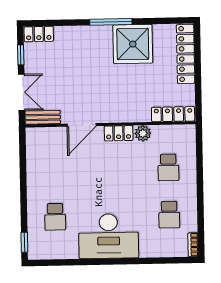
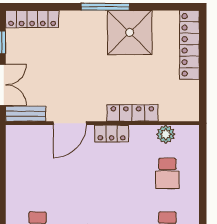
locker: (39, 34) -> (32, 19), width x1.53
locker: (173, 114) -> (132, 113), moved
plant: (143, 133) -> (166, 134), moved

